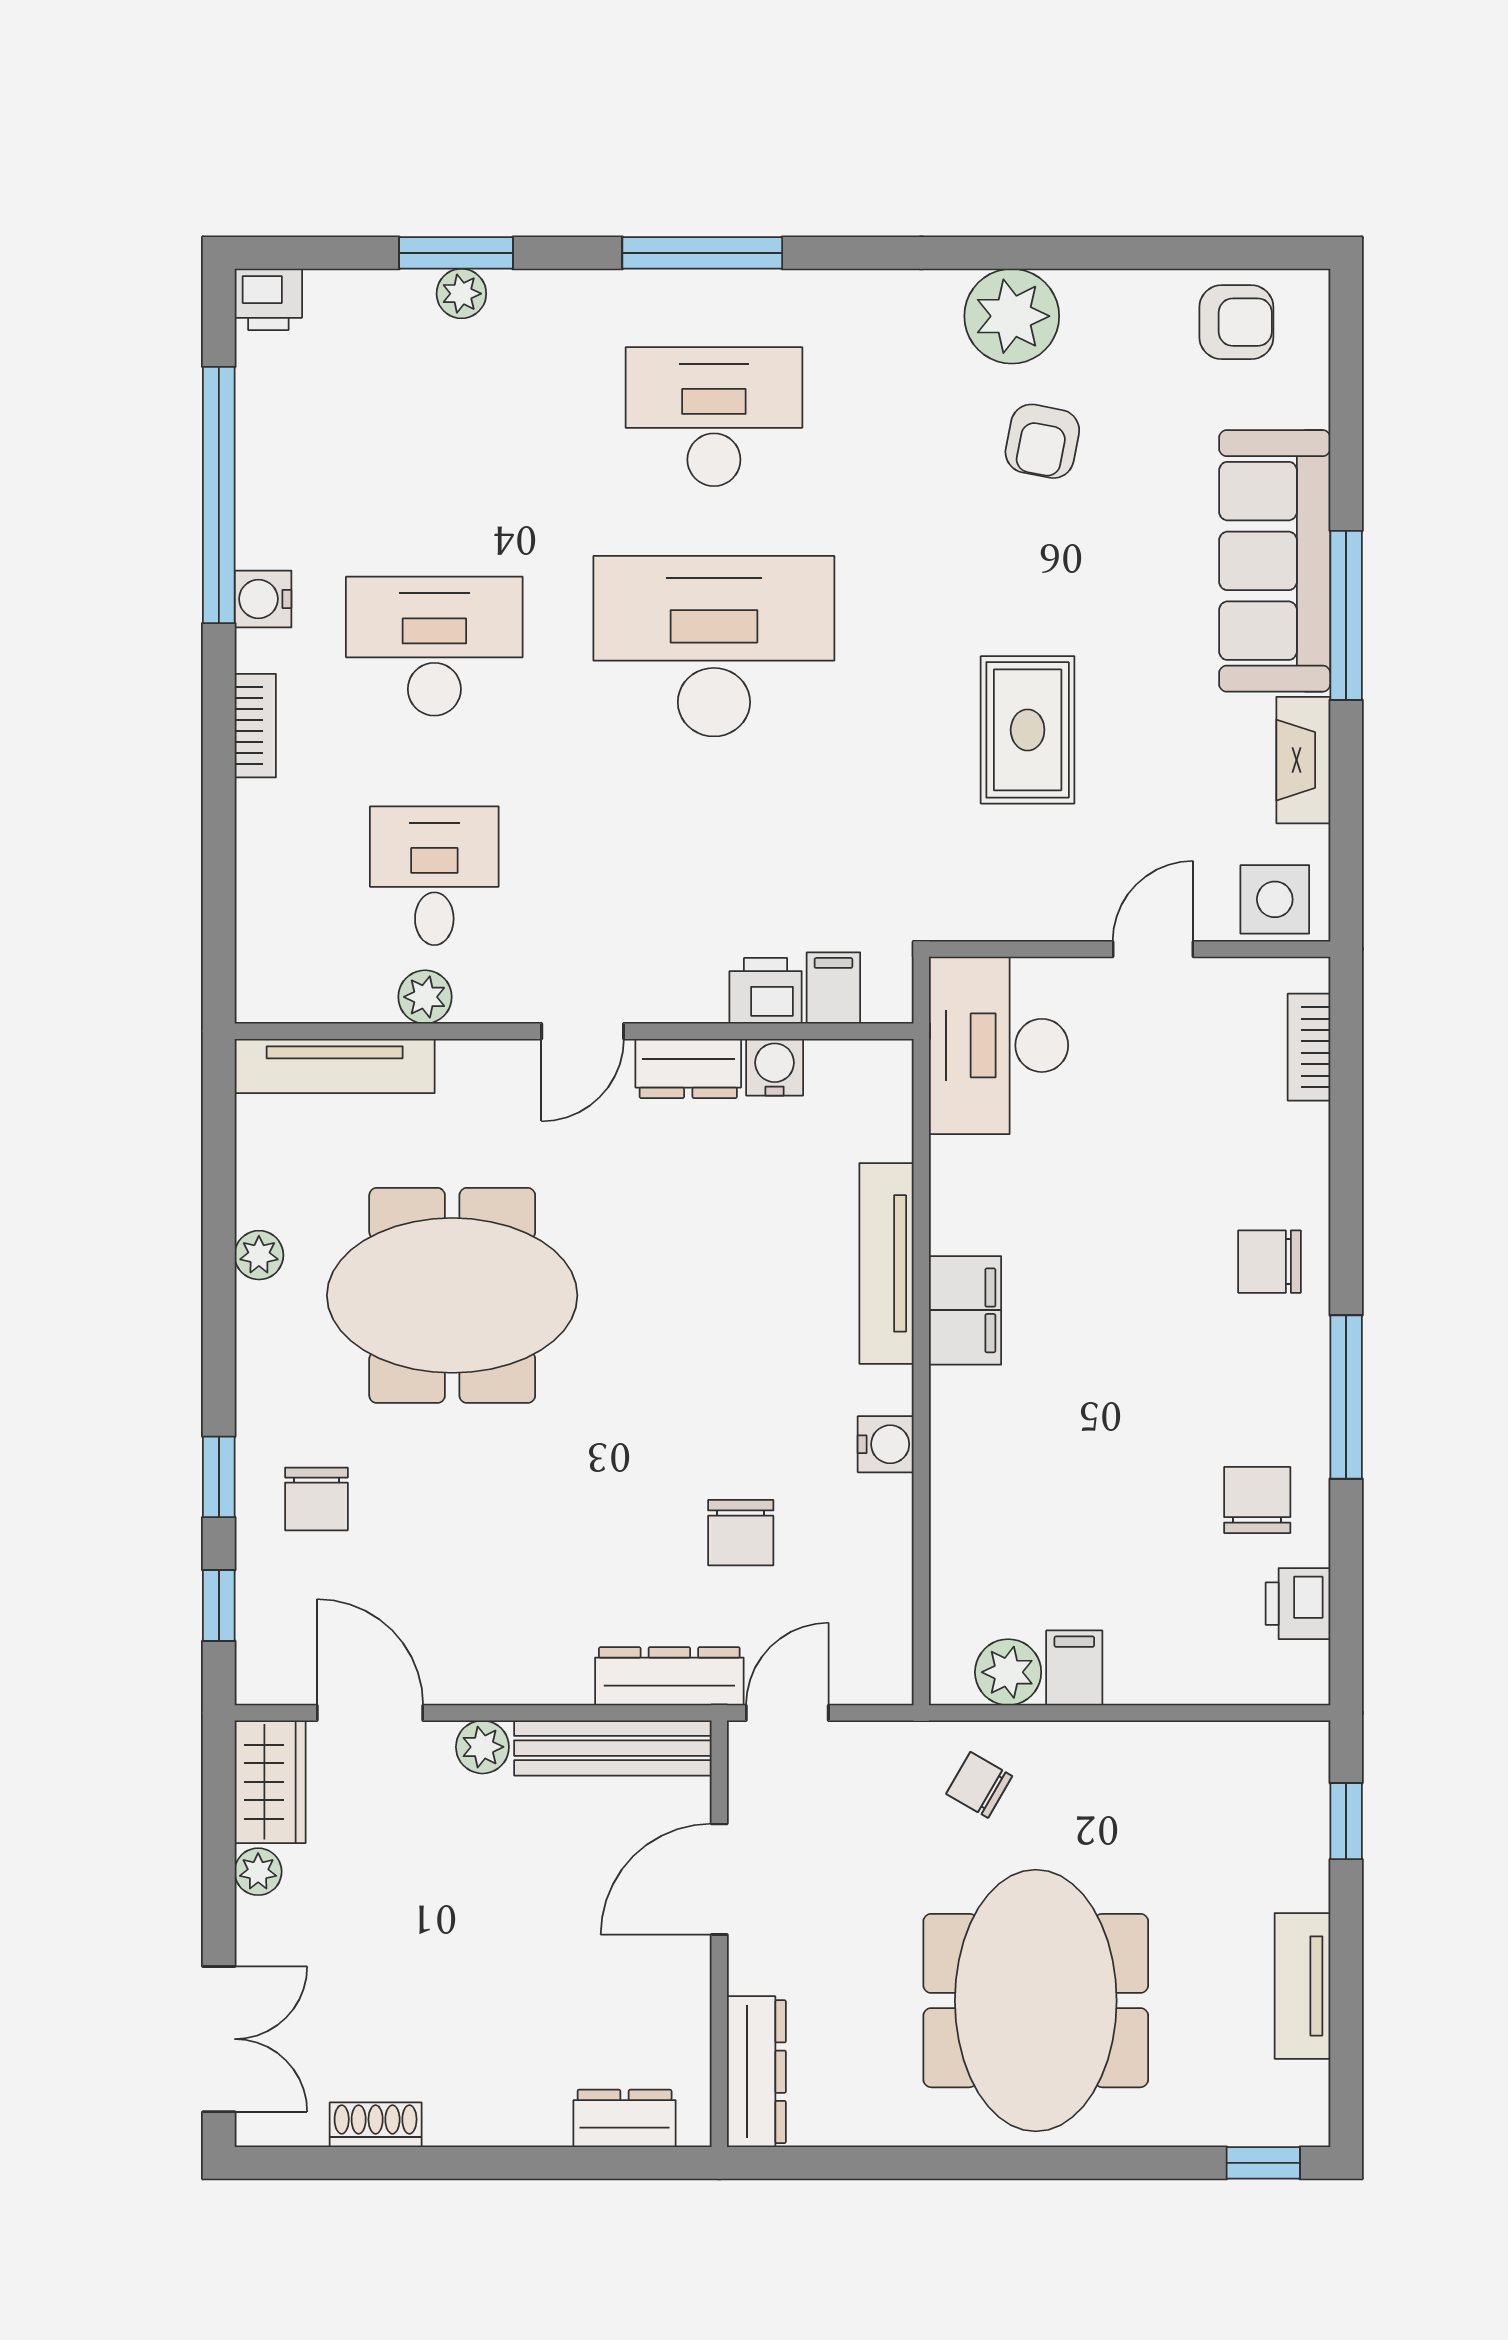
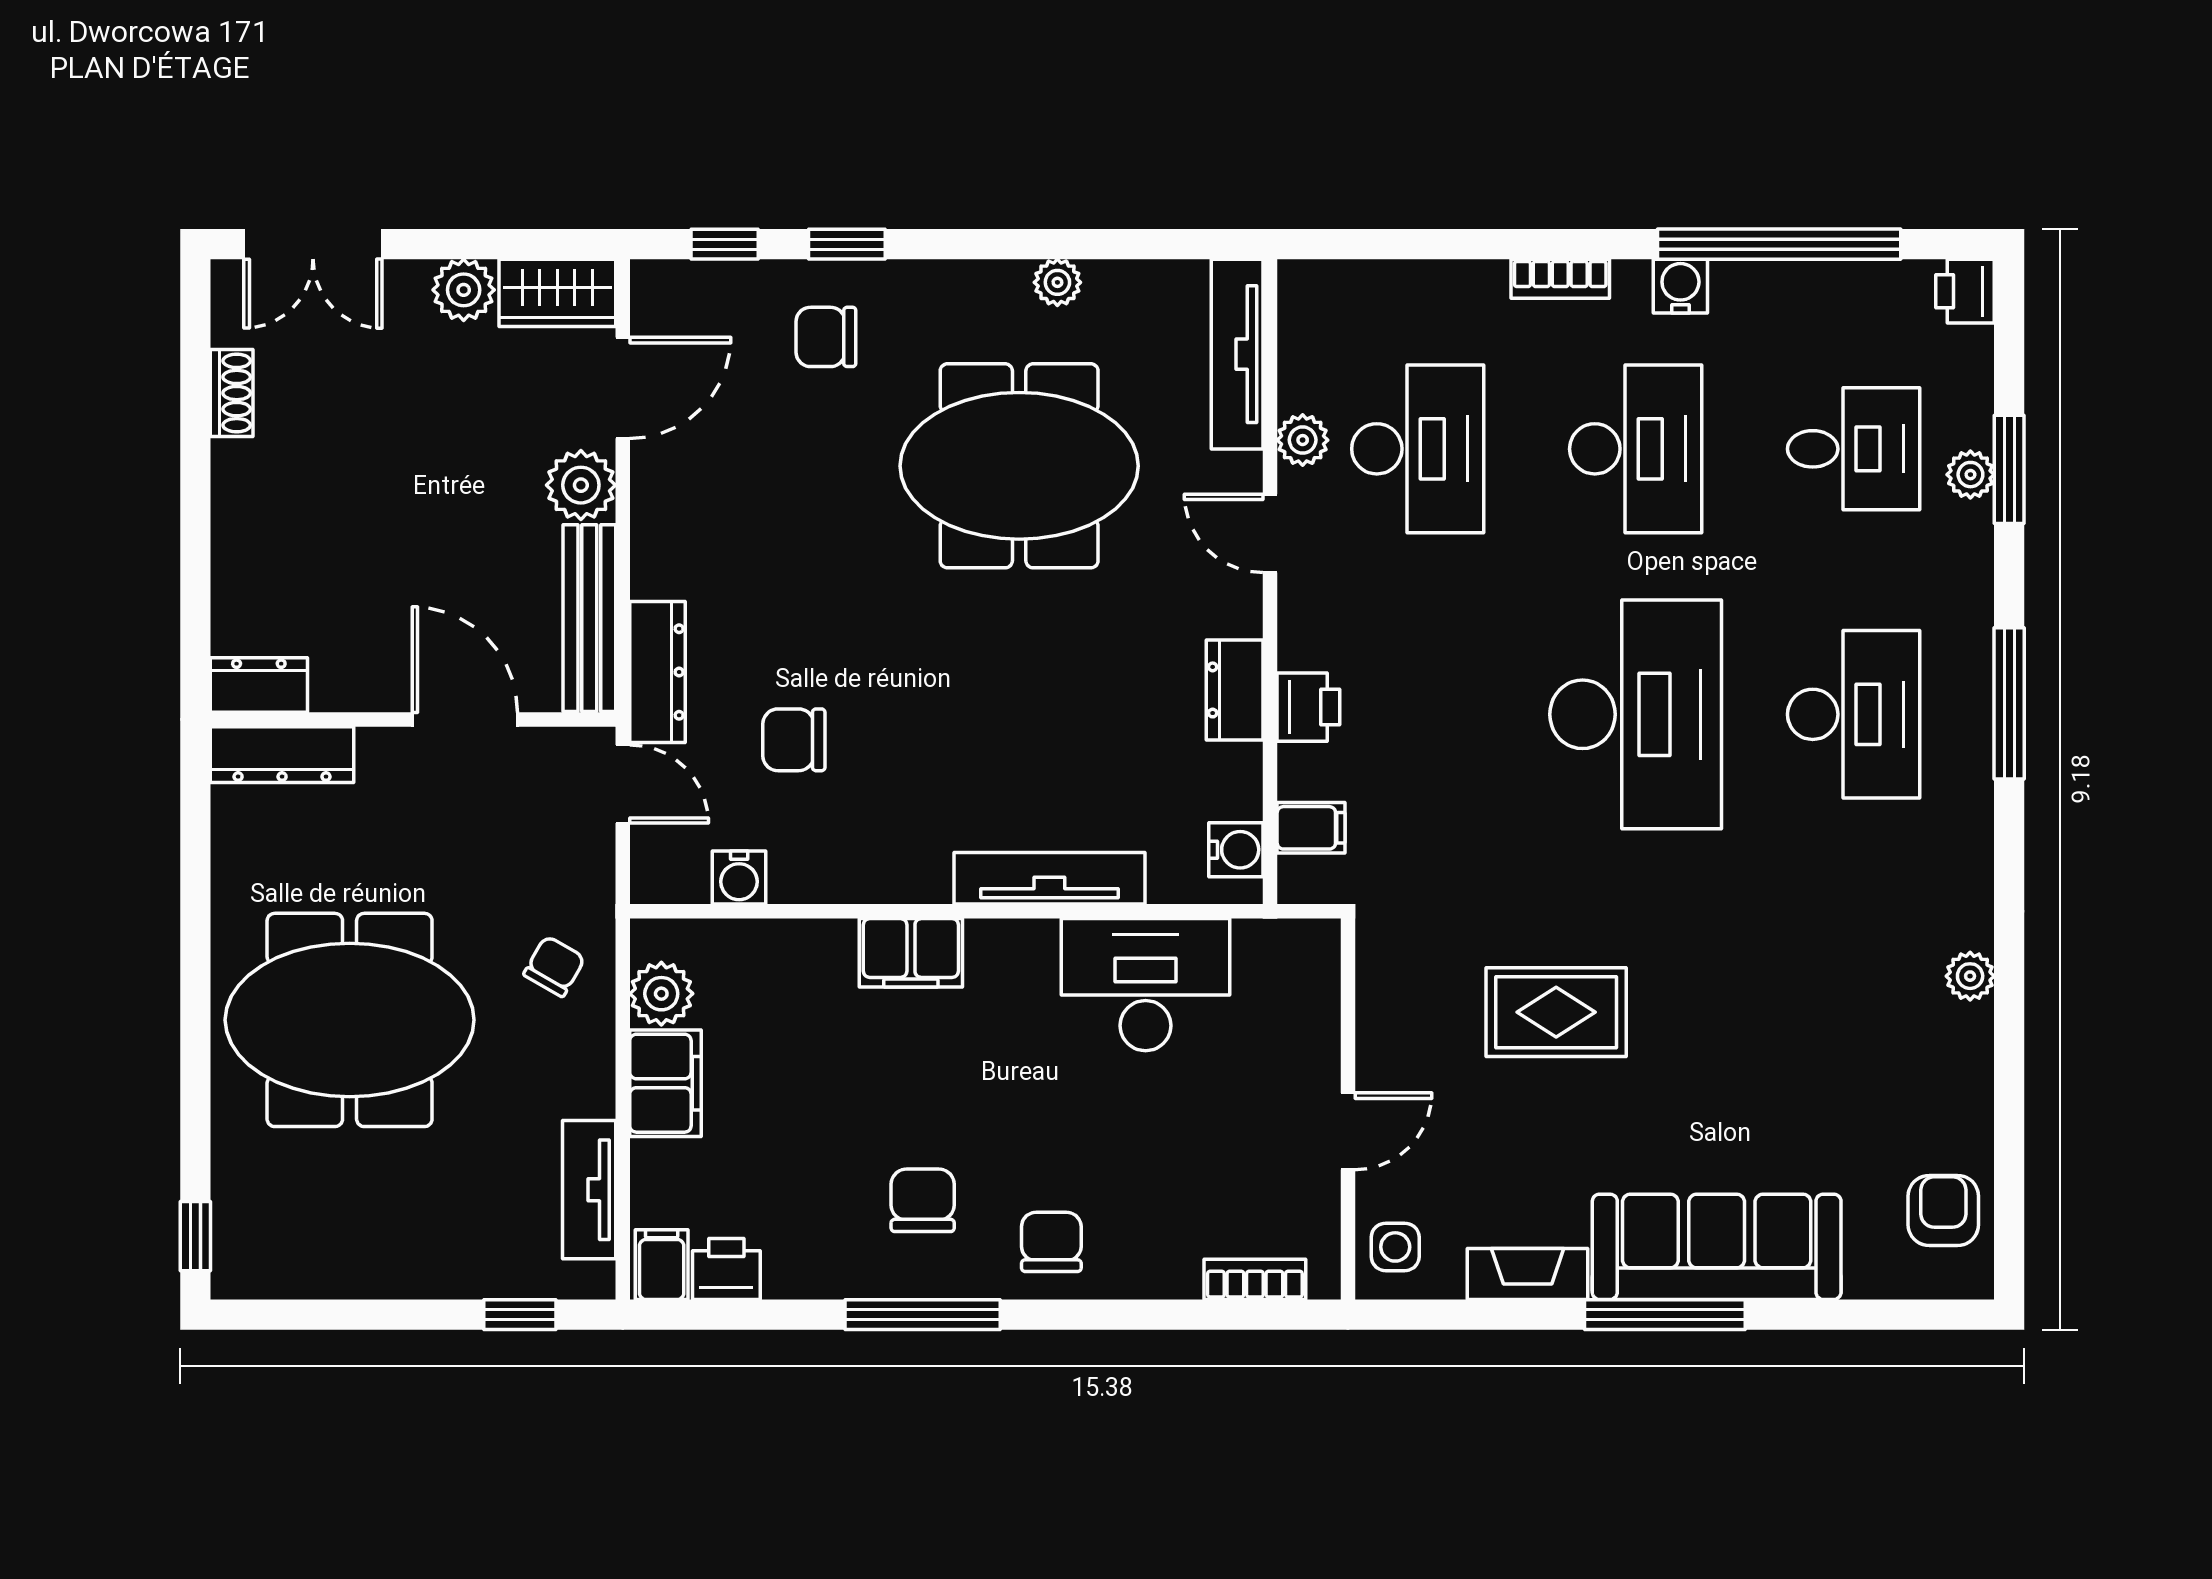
plant: (1012, 316) -> (1970, 976), width x0.53, depth x0.53
armchair: (1236, 322) -> (1943, 1210), turned 180
desk: (434, 417) -> (1854, 449), added
armchair: (1042, 441) -> (1830, 1026), removed
desk: (434, 876) -> (1418, 449), width x1.37
side table: (1275, 899) -> (1395, 1247), width x0.73, depth x0.73
door: (1153, 949) -> (1348, 1131), hinge flipped
printer: (766, 991) -> (1308, 707), moved
door: (583, 1031) -> (1270, 533), moved
desk: (999, 1045) -> (1146, 985), moved
water cooler: (775, 1067) -> (1236, 850), moved
meeting table: (452, 1295) -> (1019, 466), turned 90
filing cabinet: (965, 1310) -> (911, 953), moved
water cooler: (886, 1444) -> (739, 877), moved
chair: (1257, 1500) -> (923, 1200), moved, turned -90
filing cabinet: (1074, 1668) -> (665, 1083), width x2.00
filing cabinet: (1293, 1672) -> (662, 1265), added
plant: (482, 1747) -> (581, 485), width x1.38, depth x1.38
plant: (258, 1872) -> (464, 290), width x1.38, depth x1.38
tv unit: (1302, 1986) -> (589, 1190), moved, turned -90
dresser: (625, 2118) -> (259, 685), moved, turned -90

